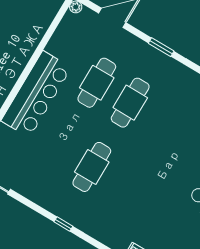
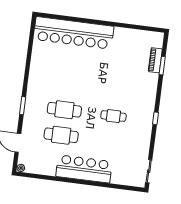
cafe table: (92, 167) -> (113, 116), width x0.73, depth x0.74

